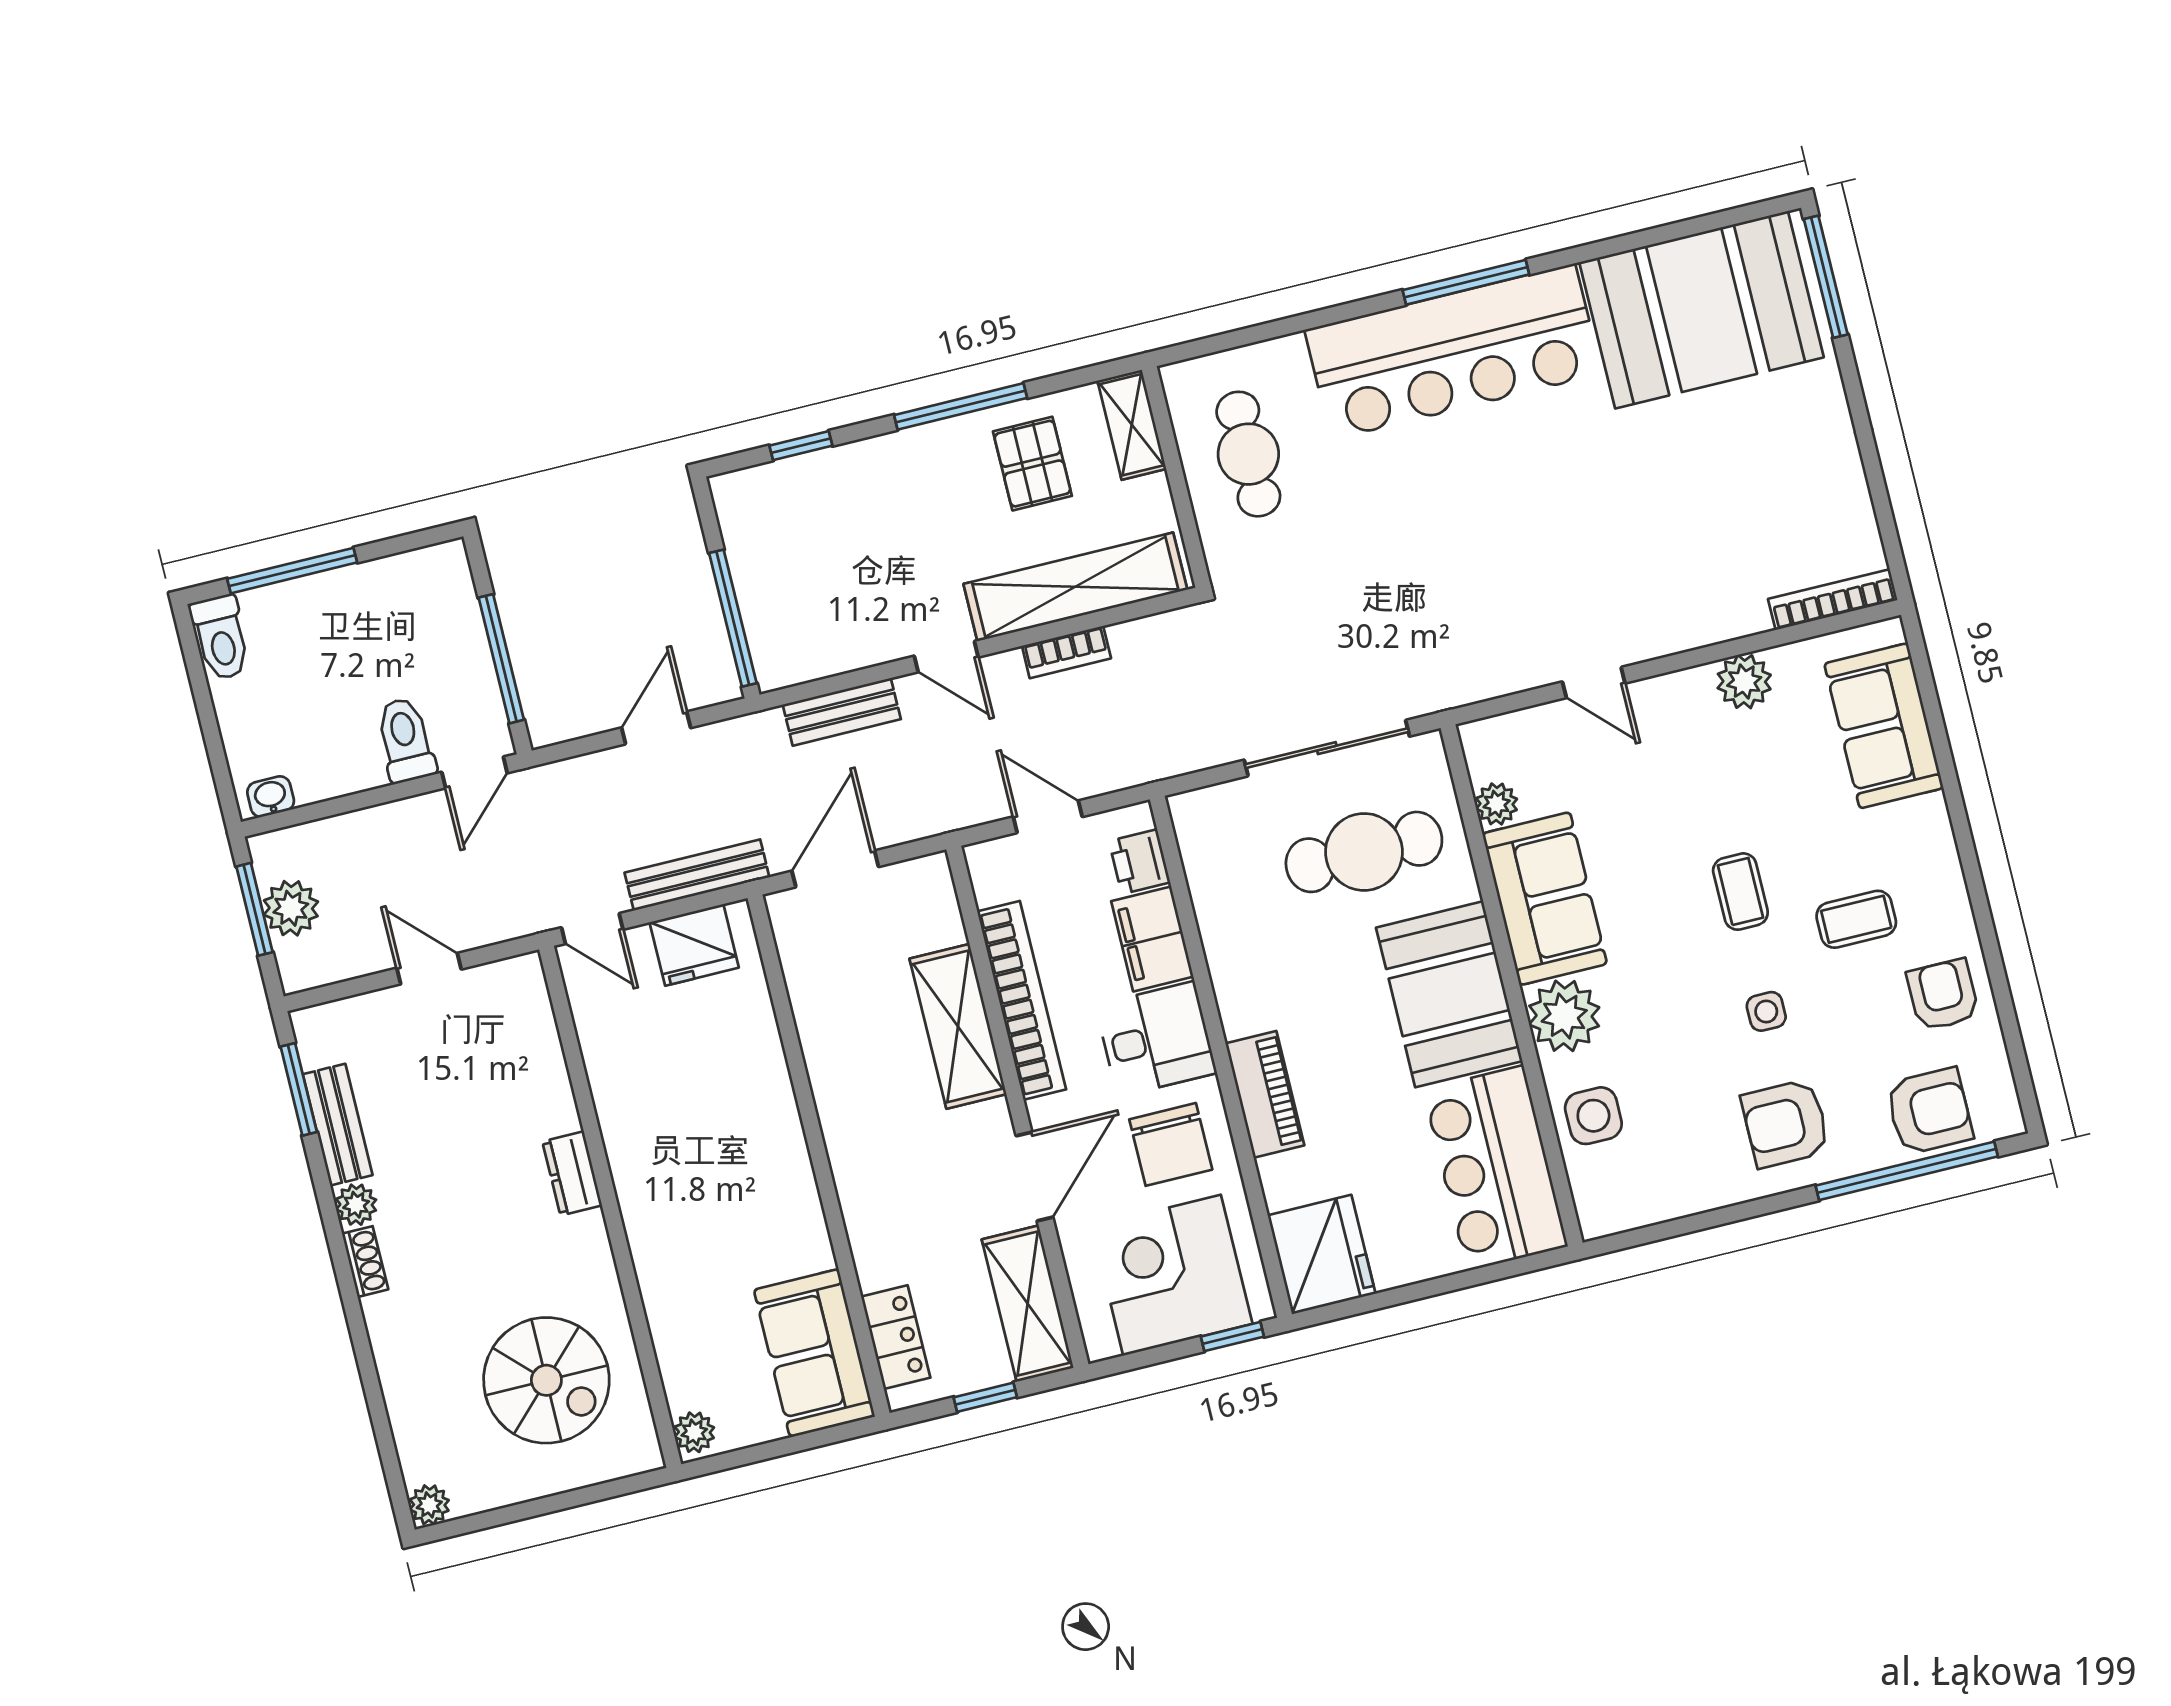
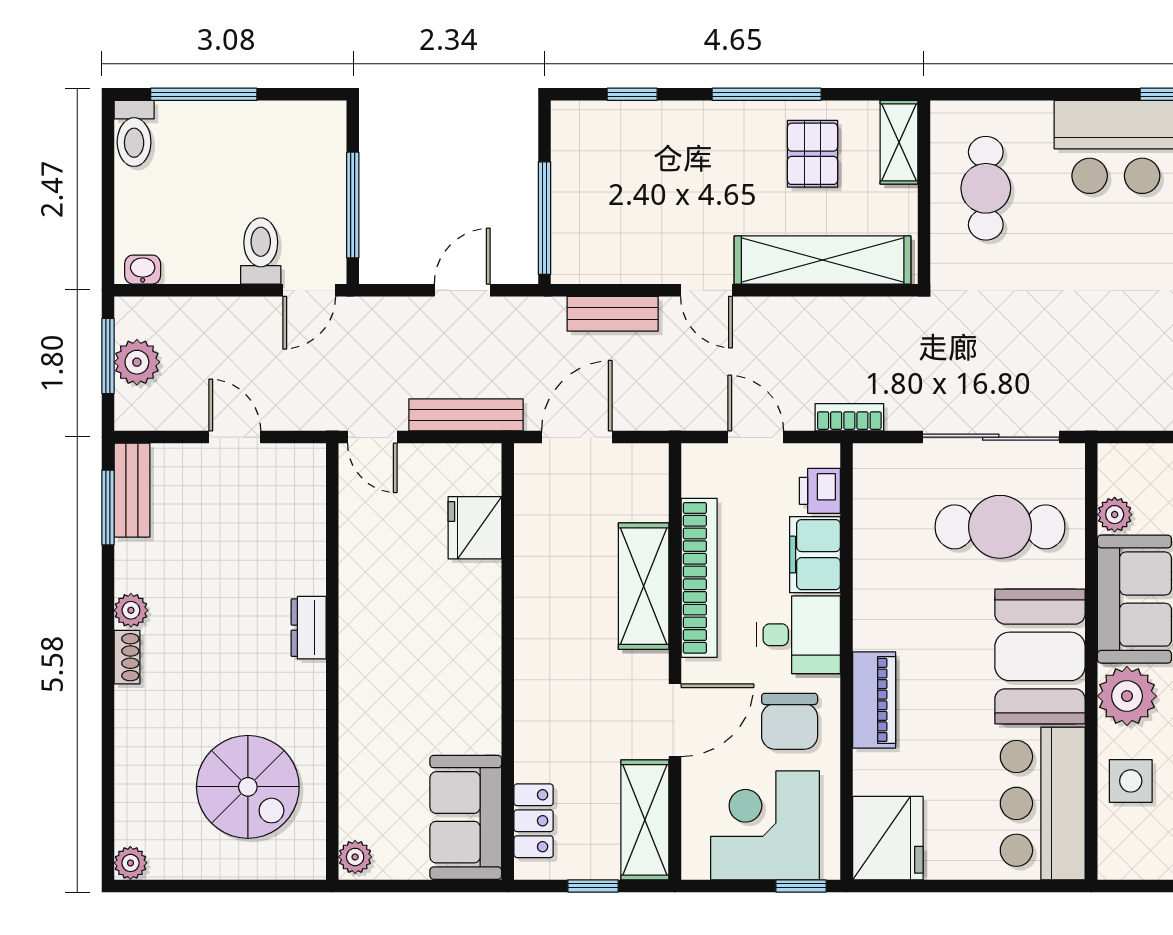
bookcase: (1066, 652) -> (849, 417), moved, turned 180
fridge: (694, 945) -> (475, 528), moved, turned 90
bench: (338, 1125) -> (132, 490), moved

